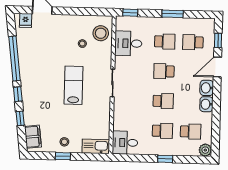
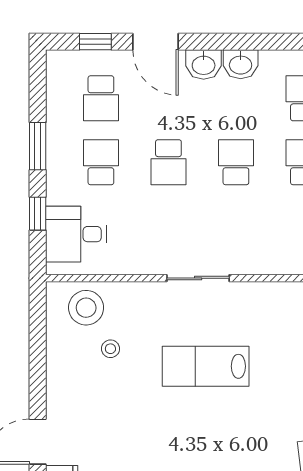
window: (130, 13) -> (38, 214), moved
desk: (128, 43) -> (76, 234), moved, turned 90

